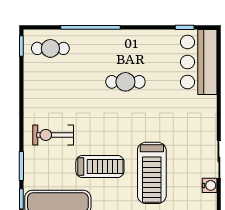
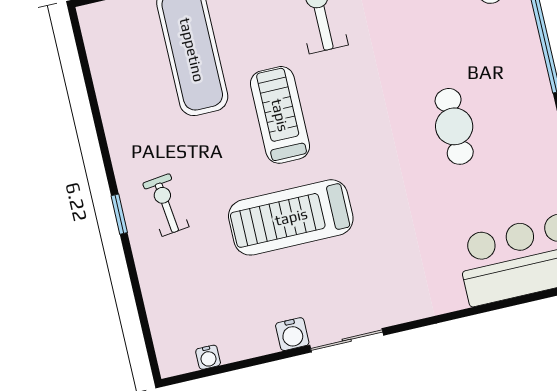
treadmill: (100, 167) -> (280, 115), turned 180

